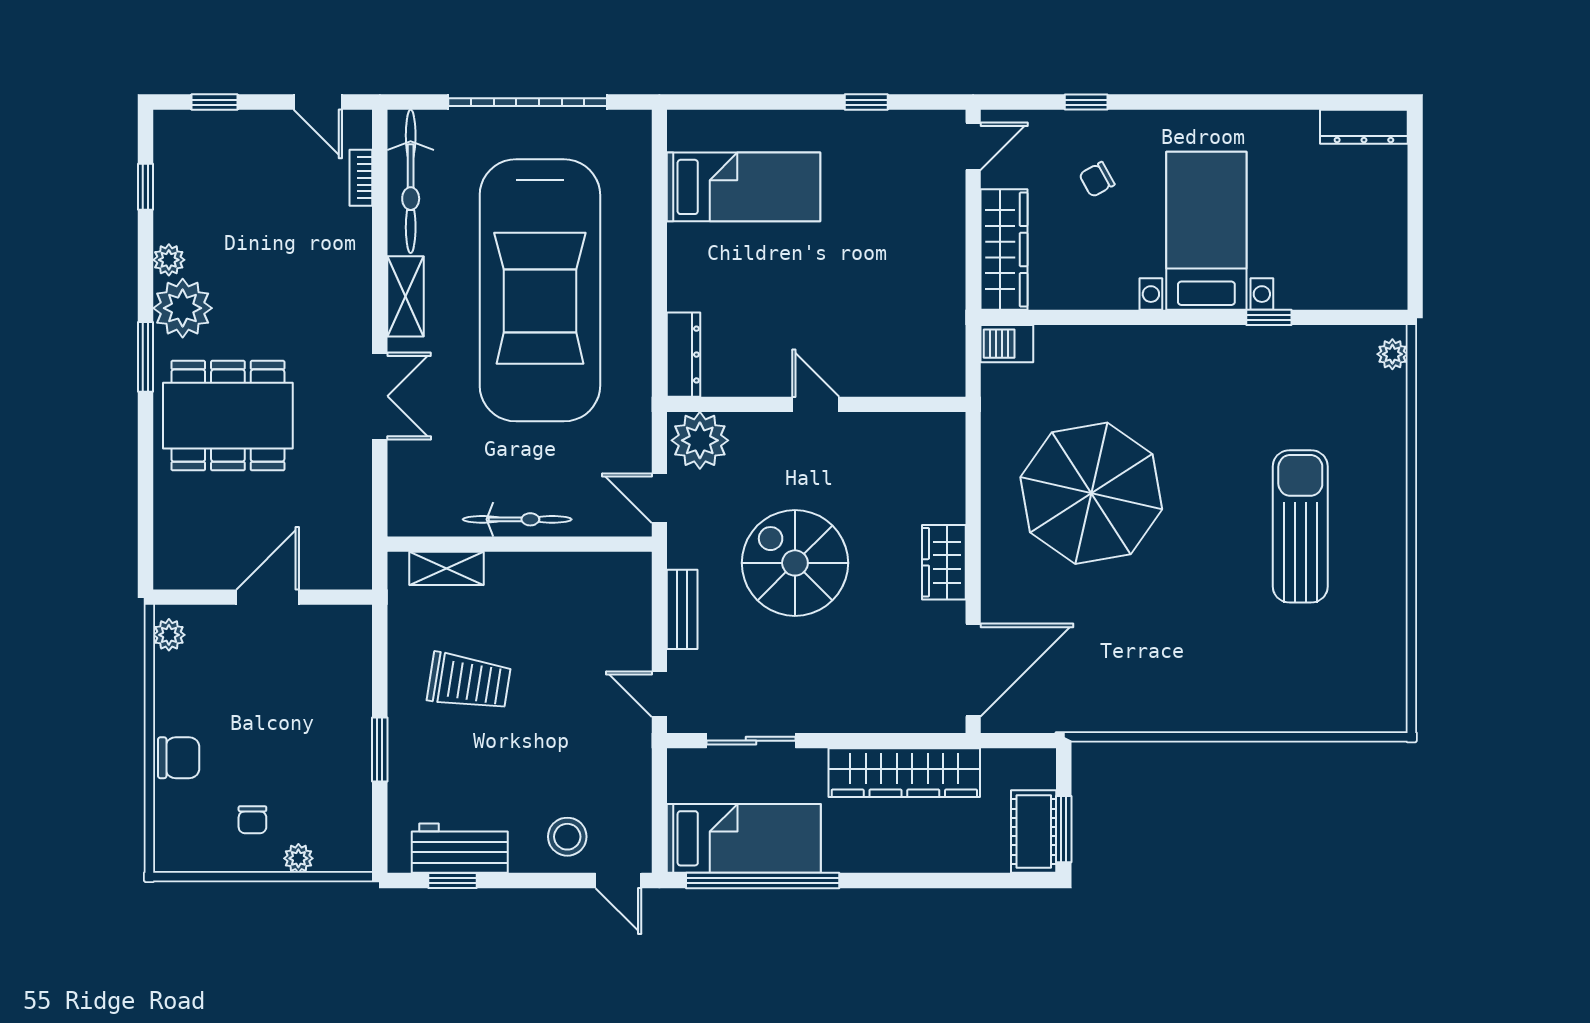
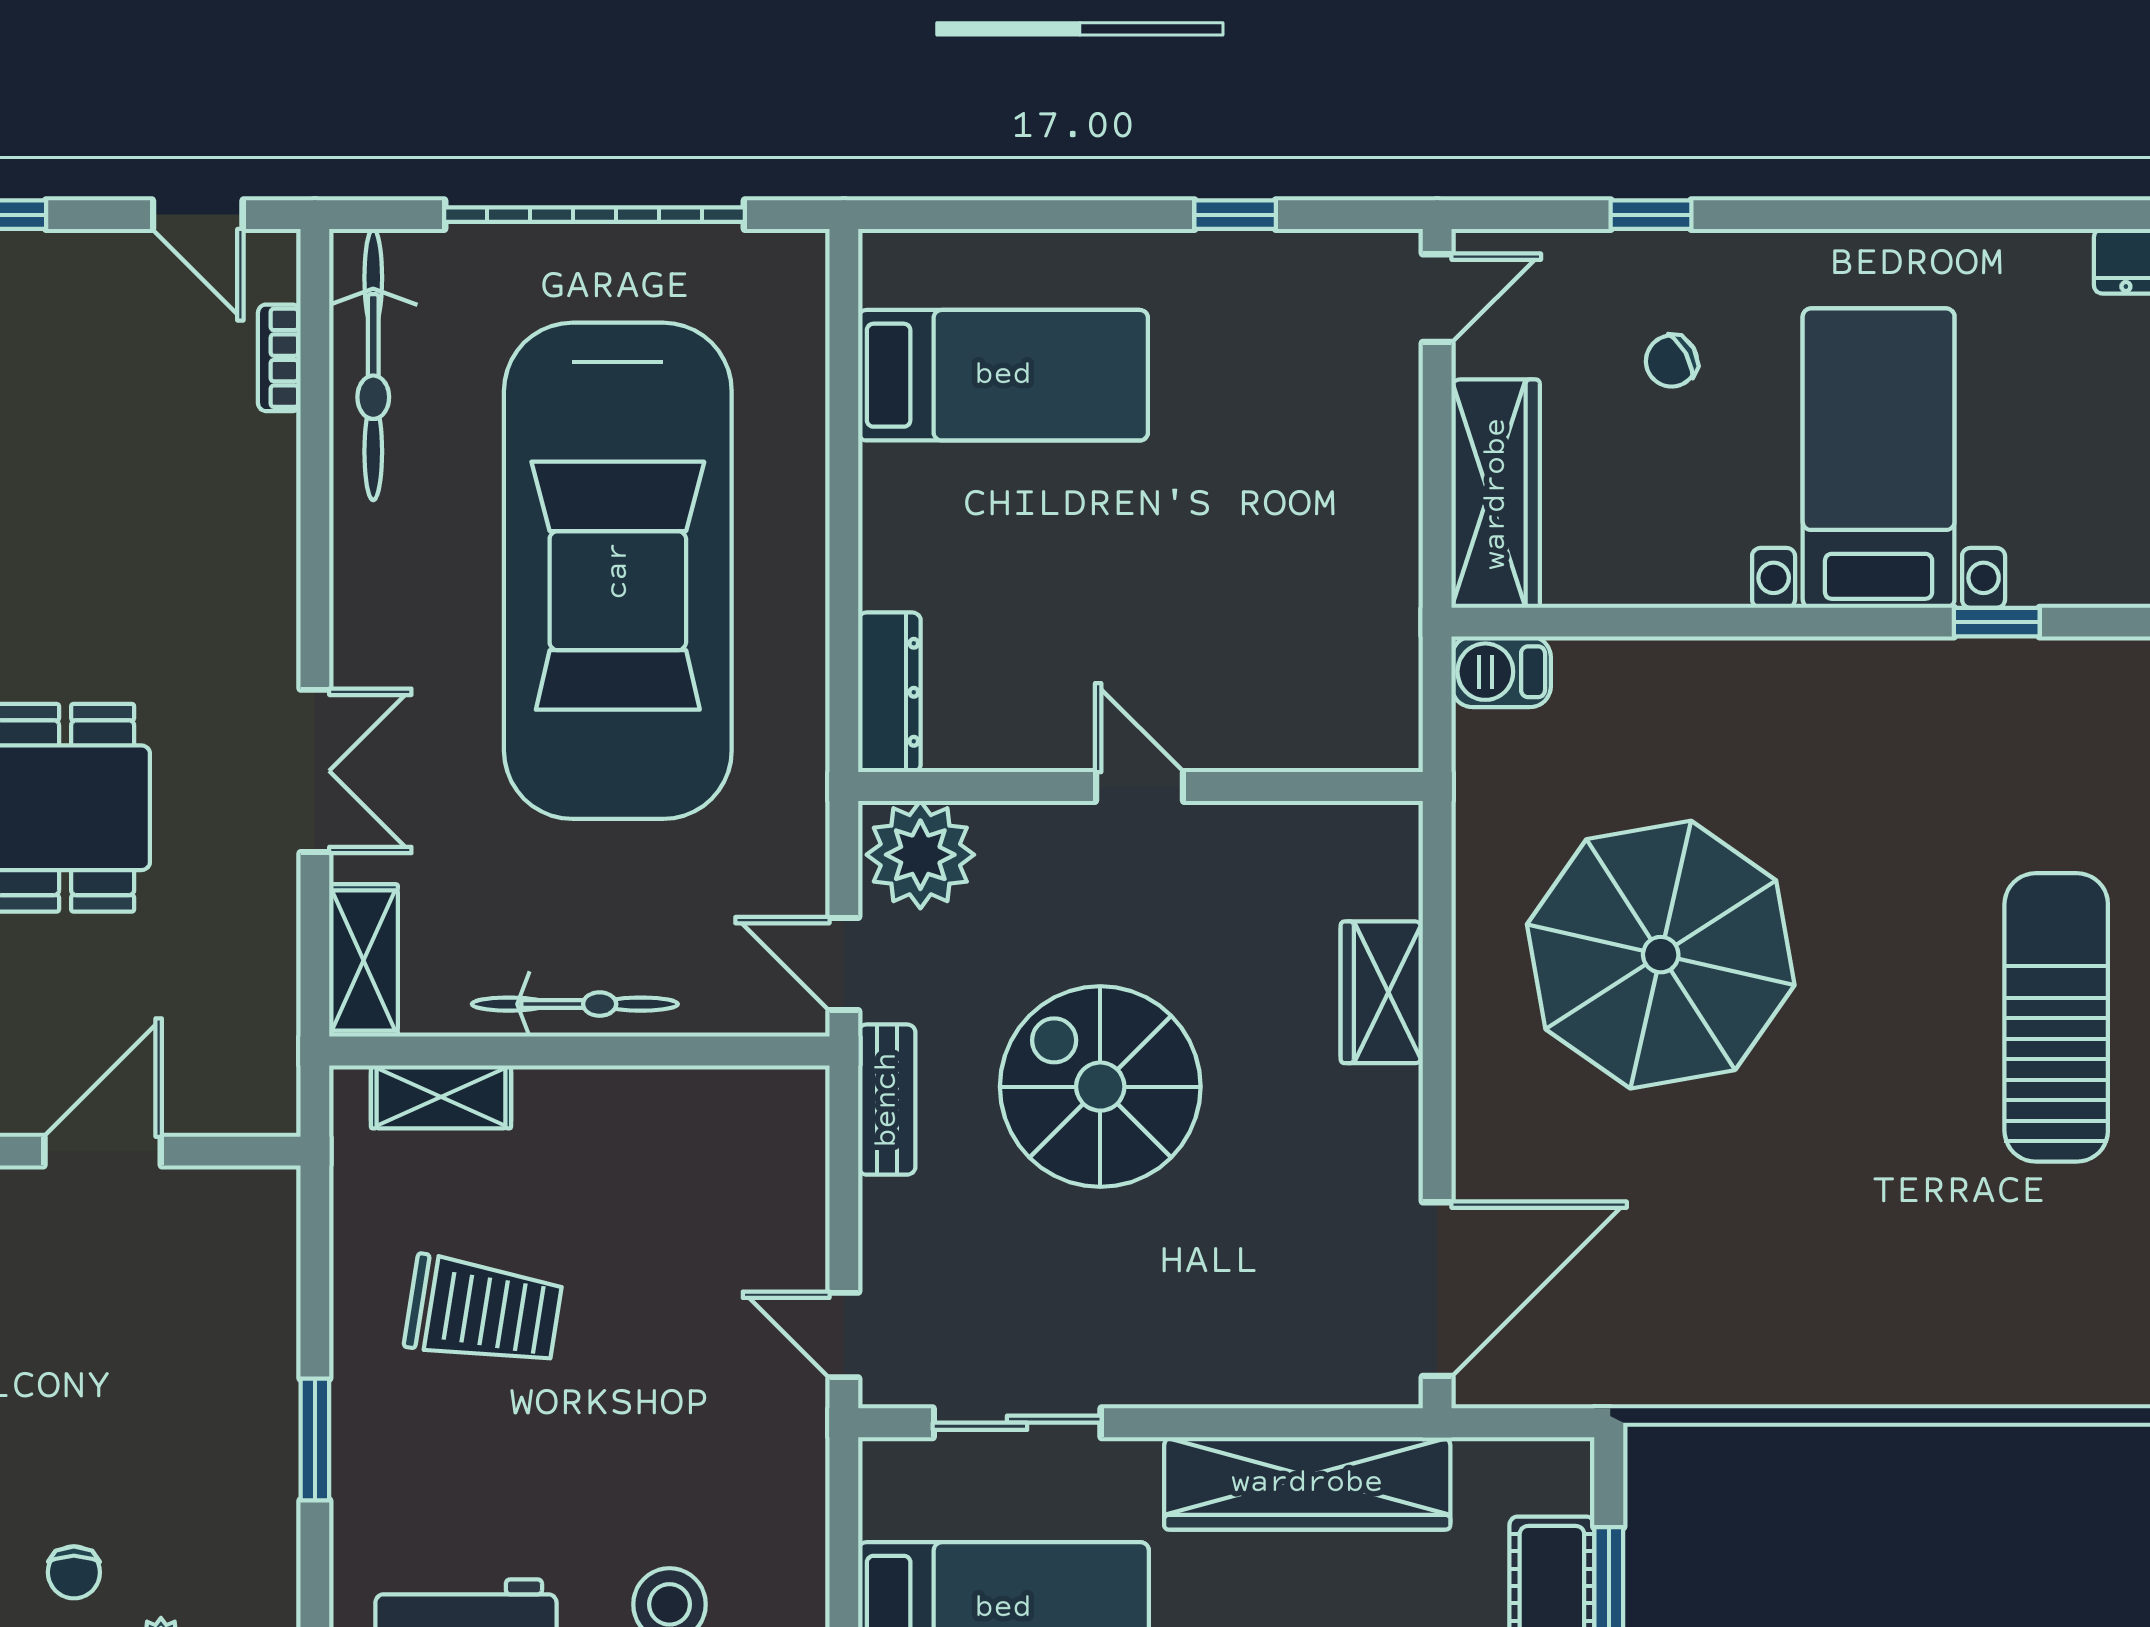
shelving: (405, 296) -> (363, 960), moved
wardrobe: (944, 562) -> (1382, 992), moved
bench: (682, 609) -> (887, 1100), moved

